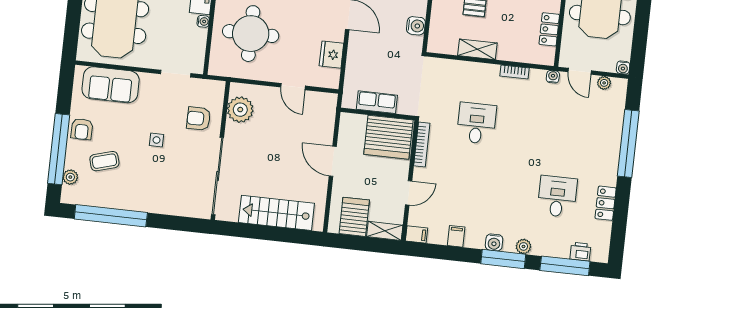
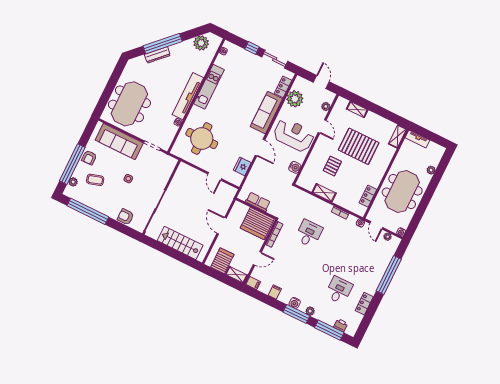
sofa: (111, 85) -> (119, 141), width x1.36
plant: (240, 110) -> (181, 179), removed
armchair: (199, 119) -> (126, 217), moved

